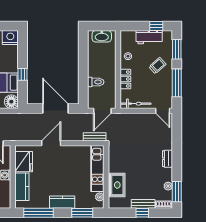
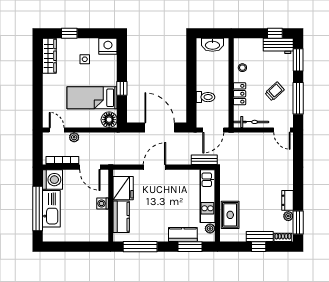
workbench: (149, 37) -> (278, 46), moved
trolley: (157, 66) -> (275, 91), moved
dresser: (167, 159) -> (287, 200), moved
kitchen counter: (62, 202) -> (183, 234), moved

